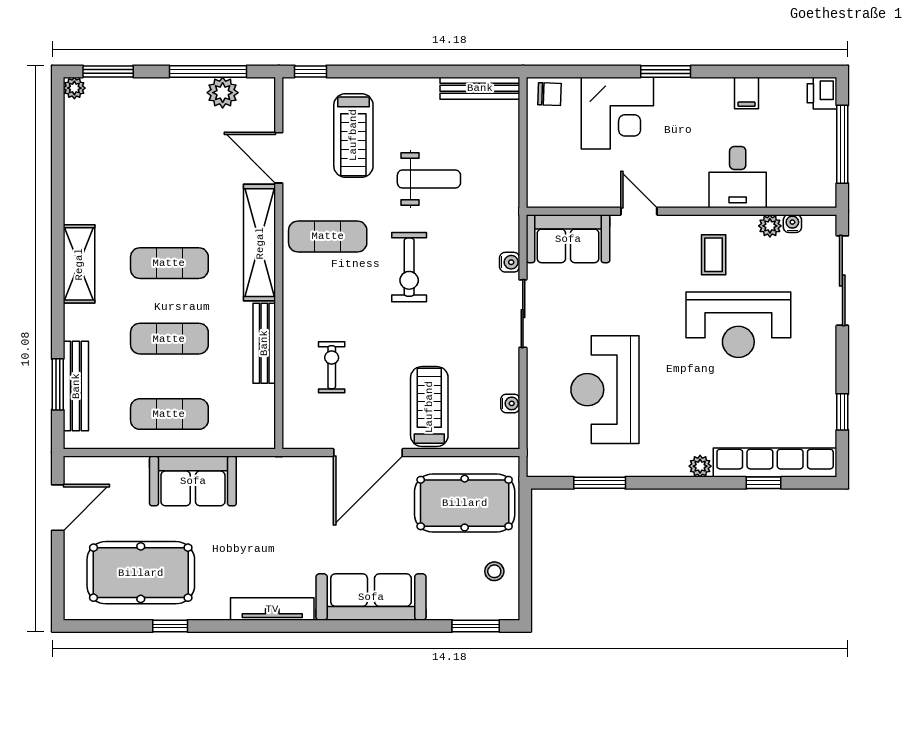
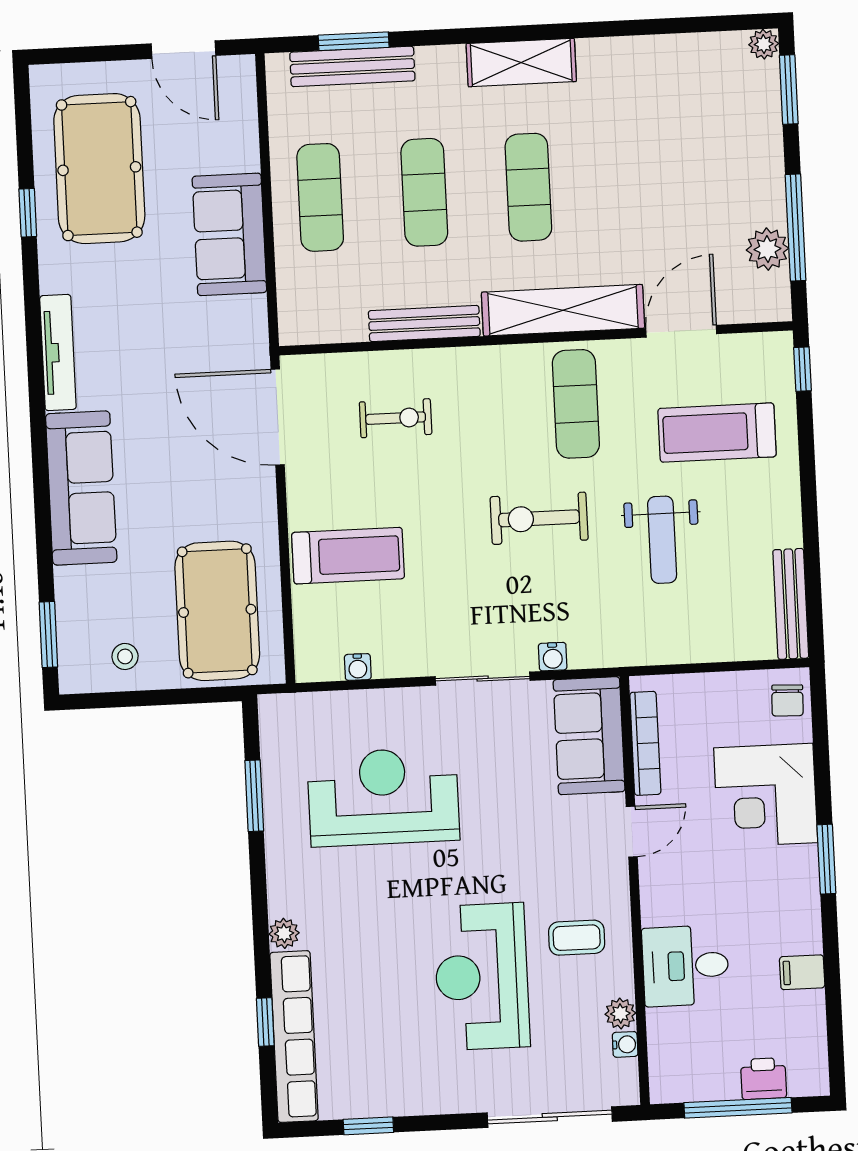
printer: (822, 93) -> (764, 1079), moved
bookcase: (576, 198) -> (645, 743), added
door: (368, 453) -> (278, 417), moved

